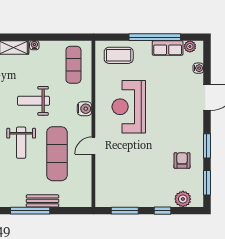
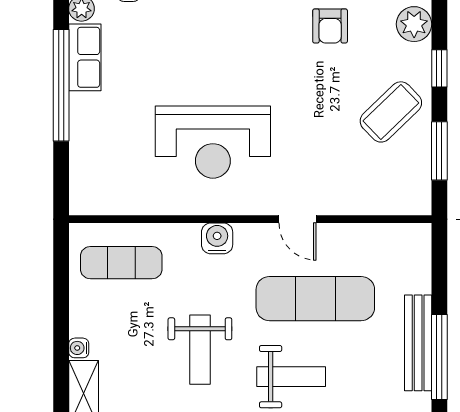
coffee table: (119, 55) -> (391, 112), moved, turned 46
armchair: (182, 161) -> (330, 26), turned -90
bench: (42, 201) -> (418, 343), width x1.36

